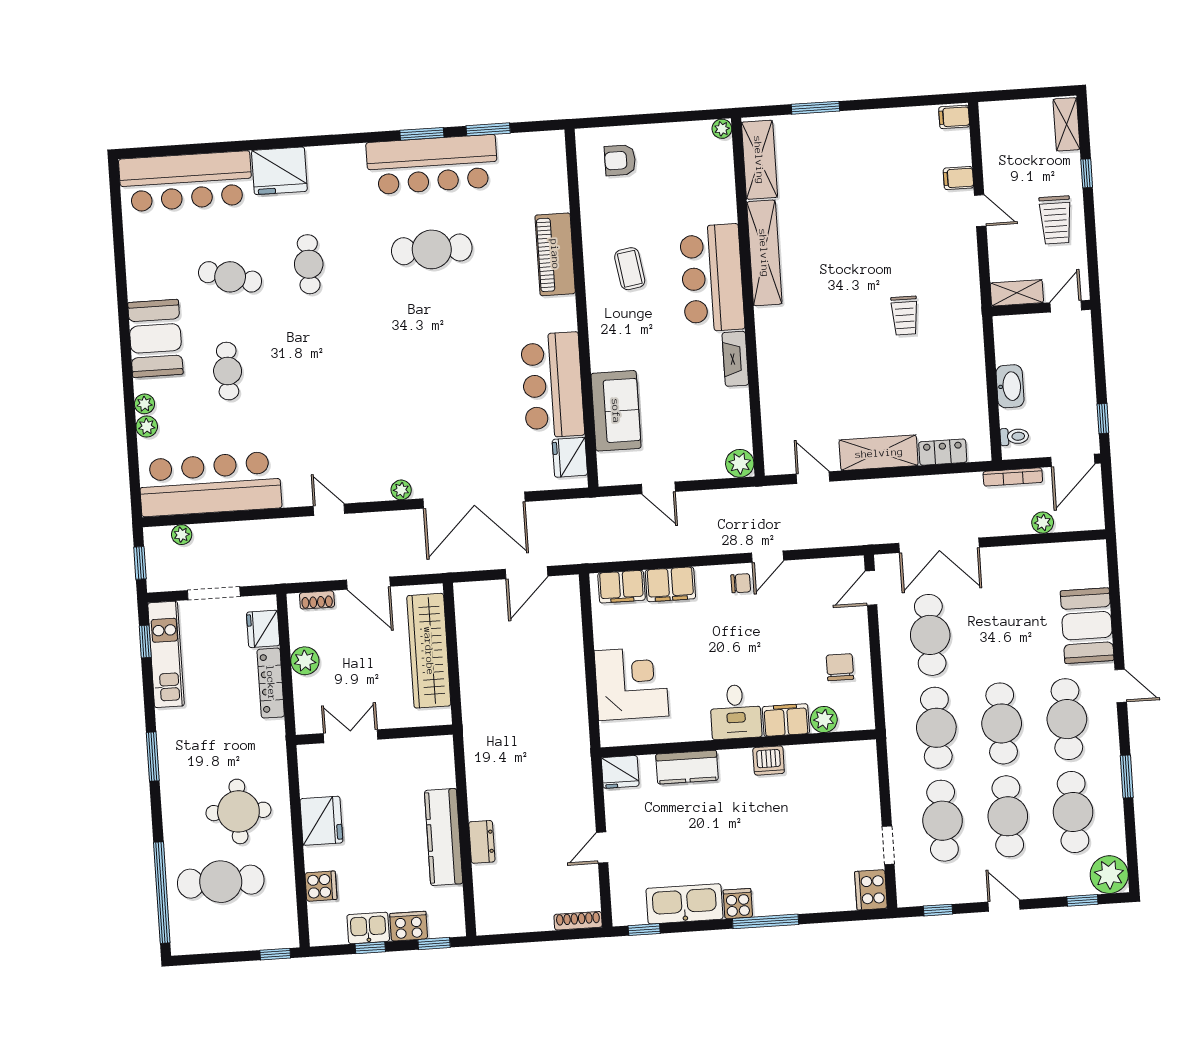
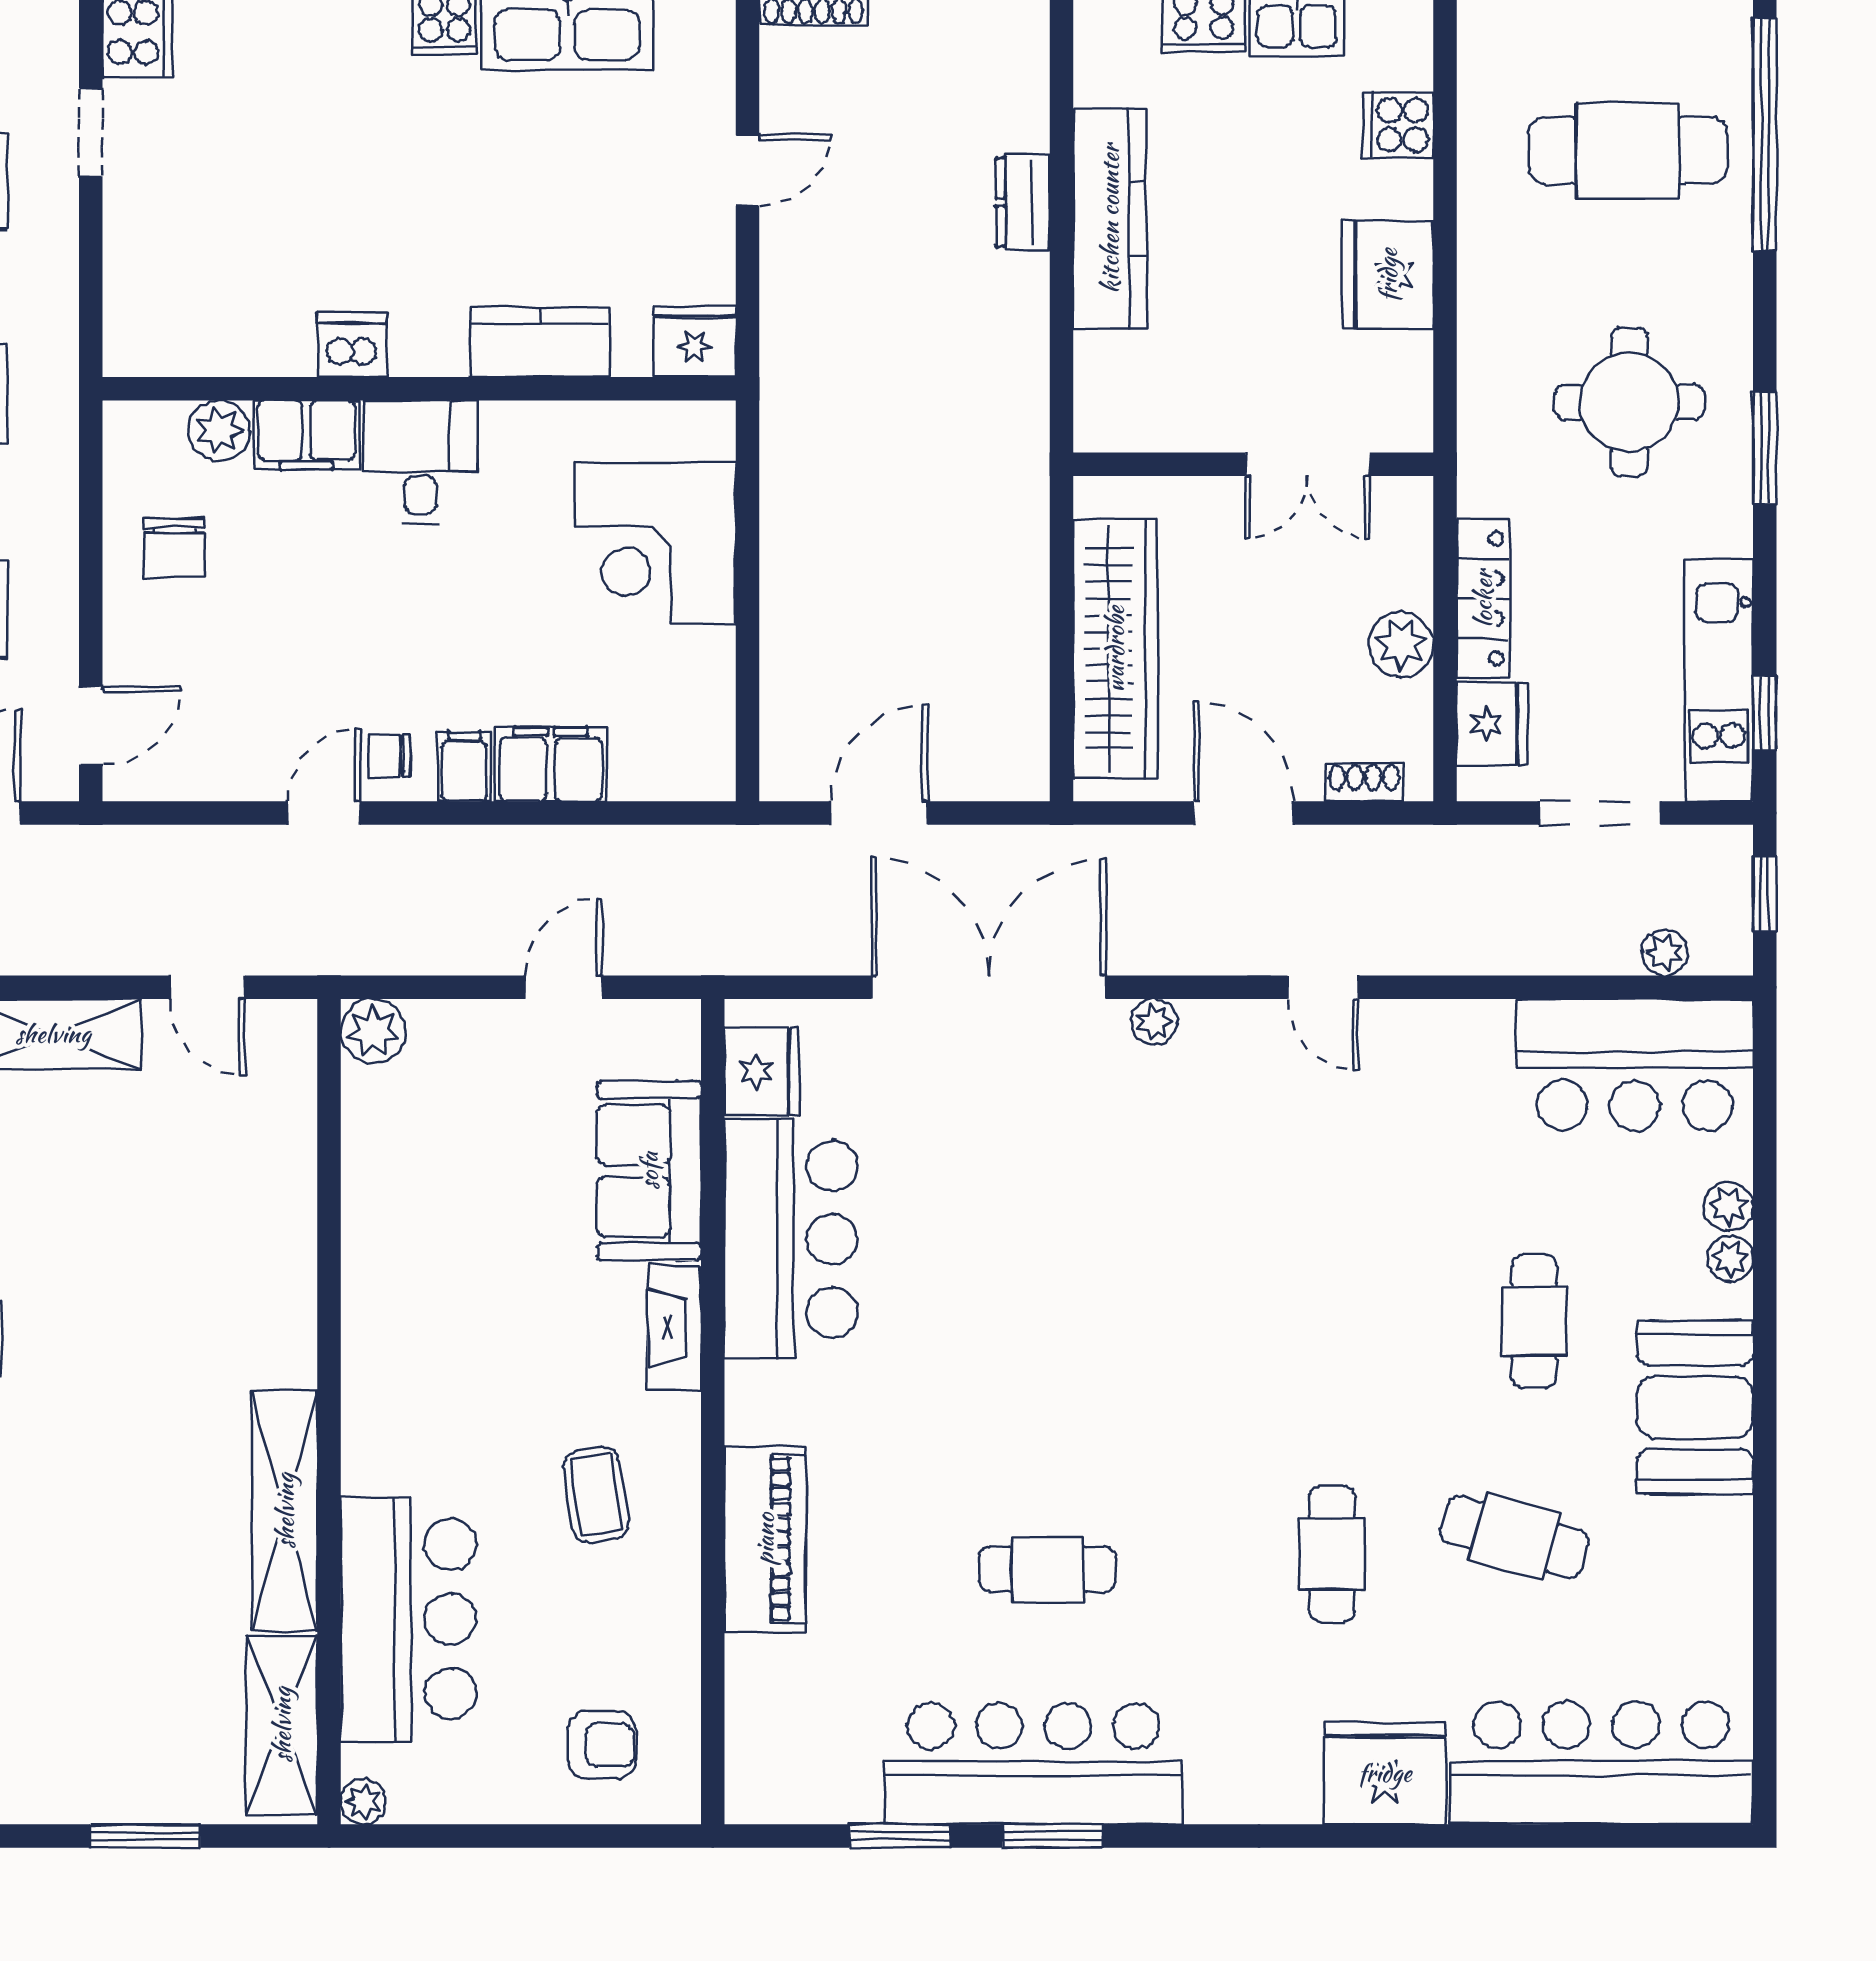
cafe table: (432, 249) -> (1047, 1569), width x0.73, depth x0.74
bar counter: (712, 278) -> (408, 1619), moved
fireplace: (735, 359) -> (674, 1328), moved, turned 180
bar counter: (210, 484) -> (1635, 1065), width x0.73
door: (658, 488) -> (564, 987), hinge flipped
filing cabinet: (621, 587) -> (464, 766), moved, width x0.50
round table: (238, 811) -> (1629, 402), moved

